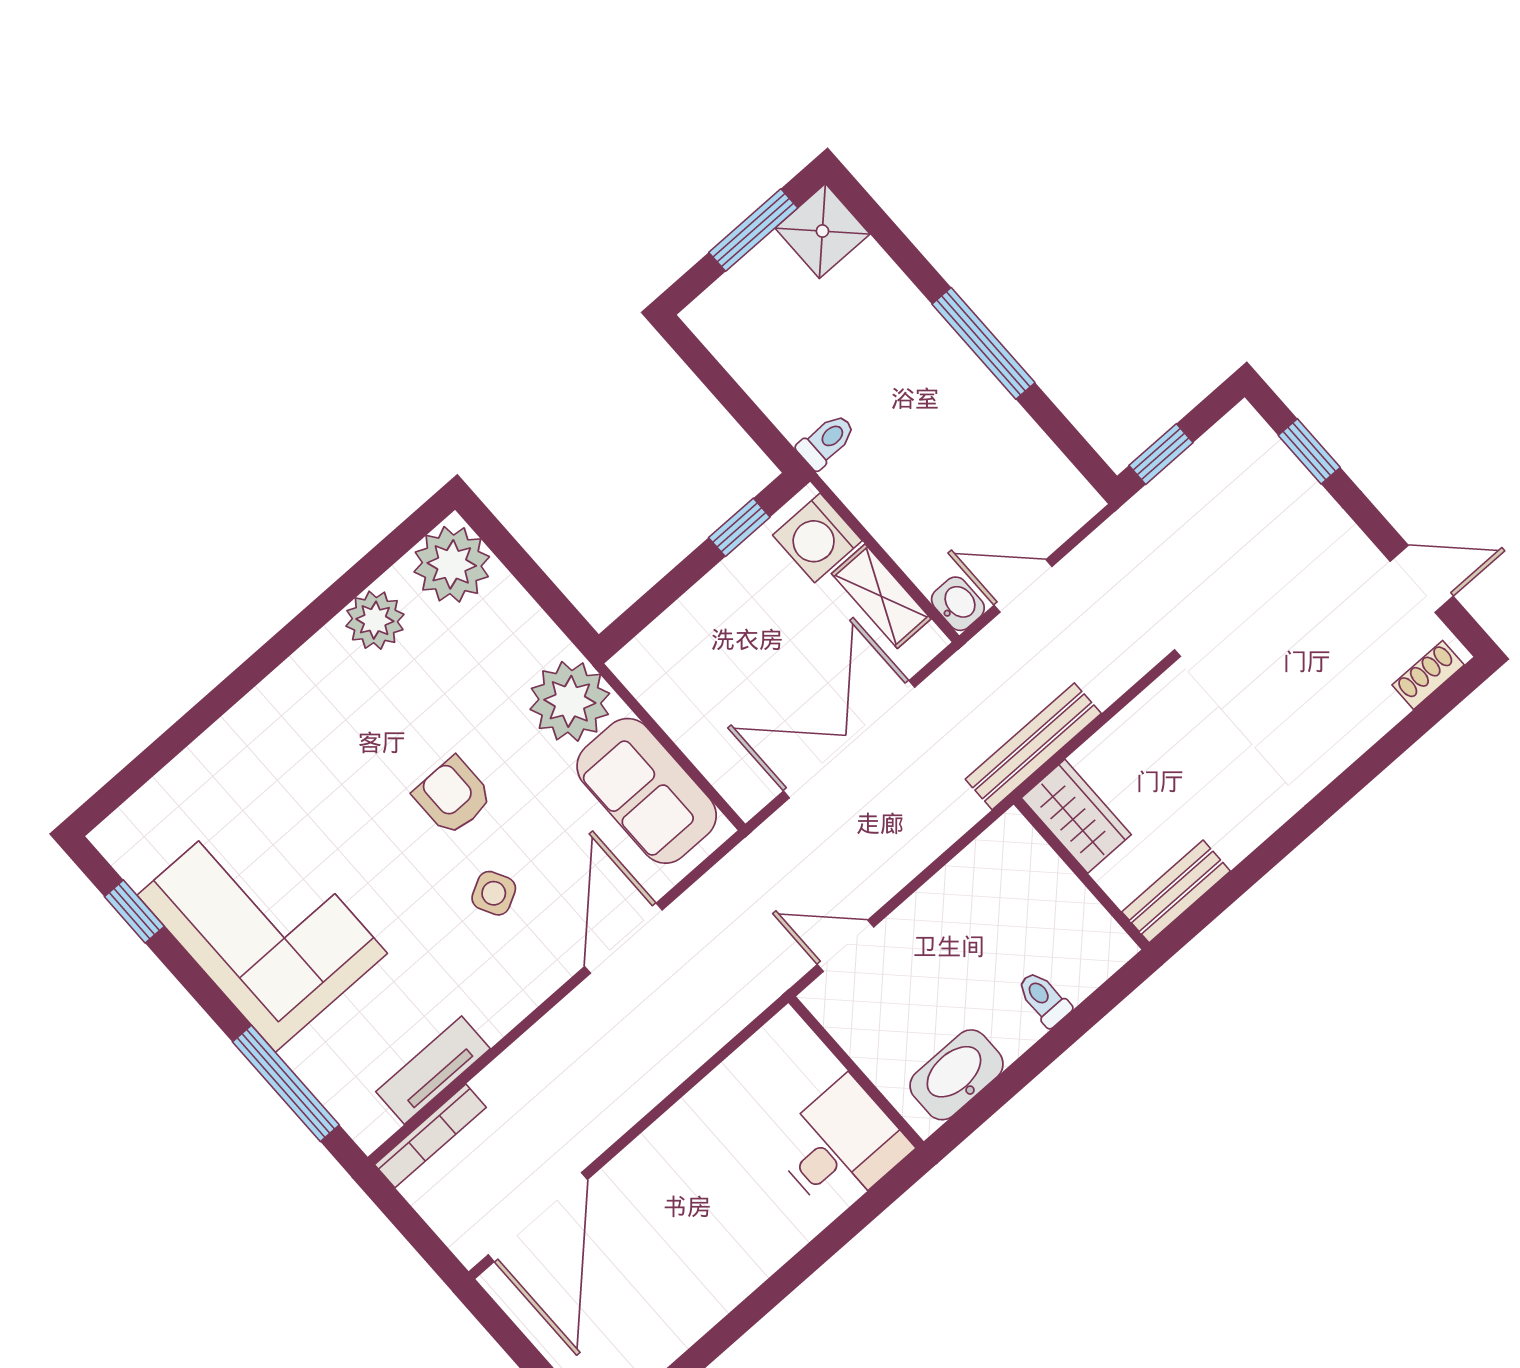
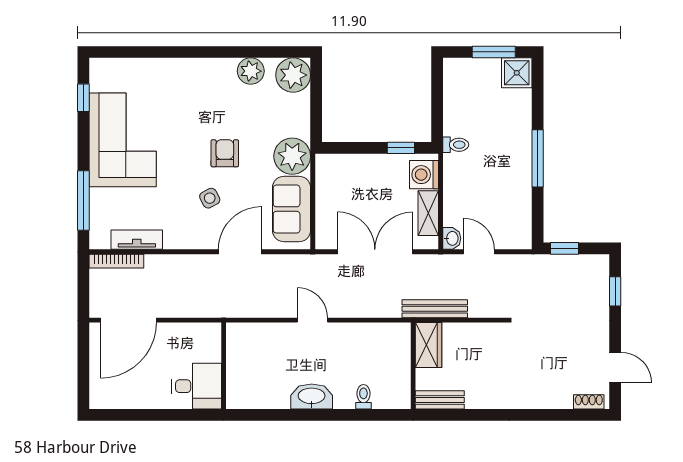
wall: (856, 1072) -> (224, 366), moved
desk: (841, 1146) -> (197, 386), moved

